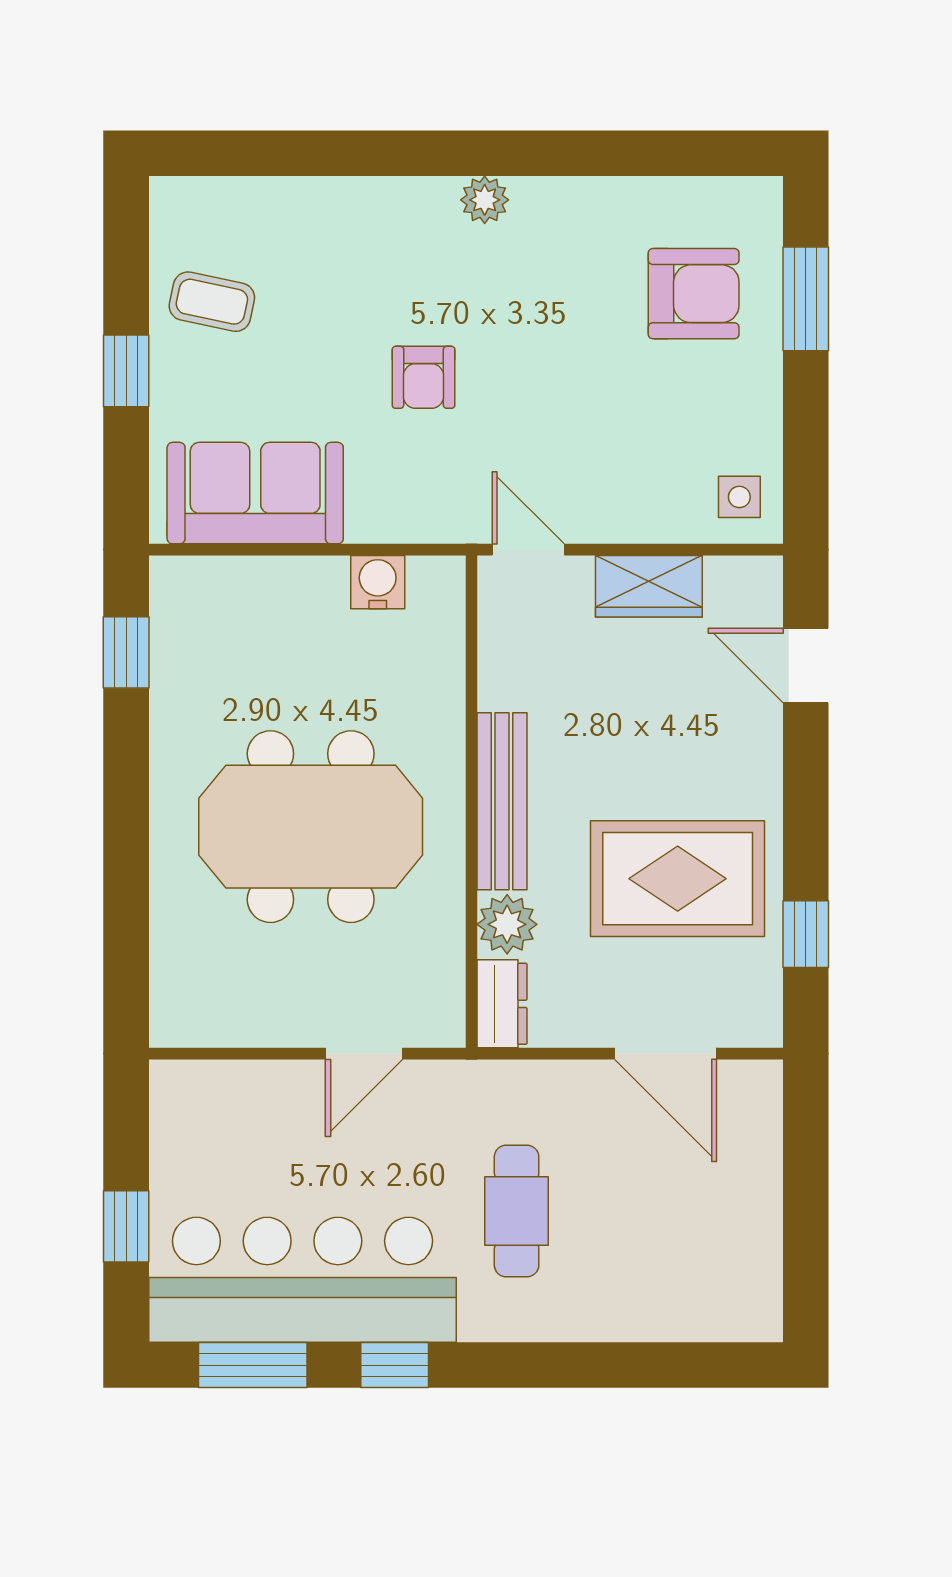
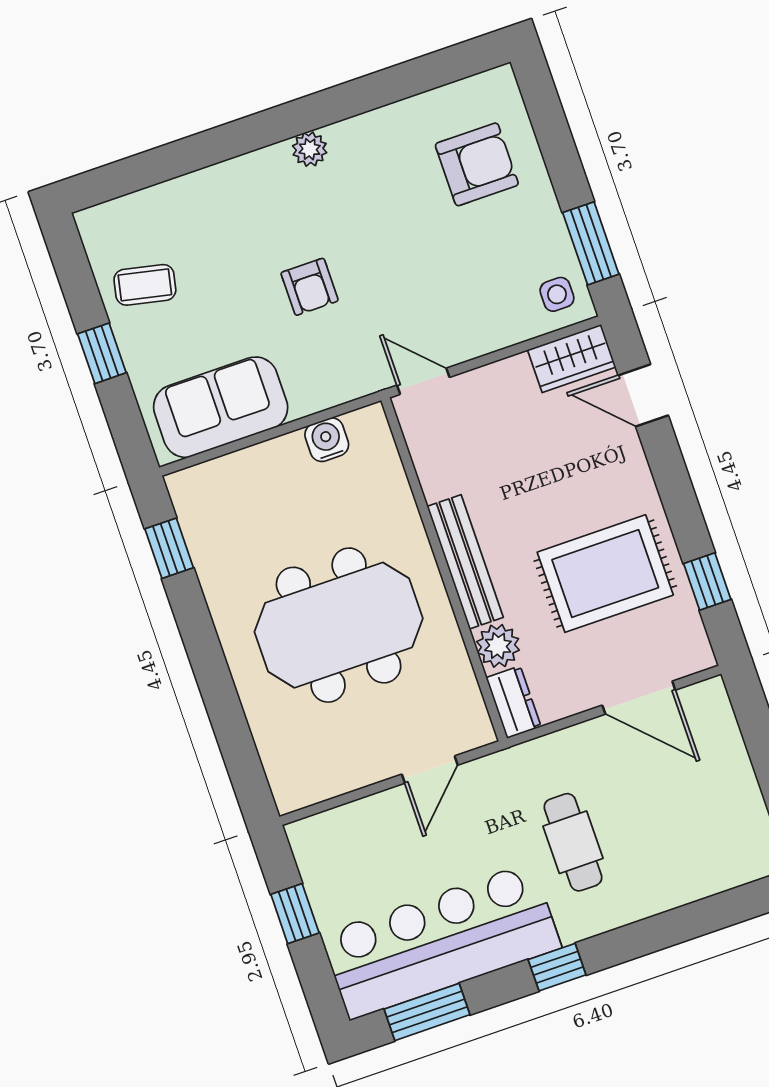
window: (806, 299) -> (591, 243), moved
wardrobe: (649, 586) -> (572, 358), moved
window: (126, 1226) -> (295, 914), moved
window: (395, 1365) -> (557, 967), moved

